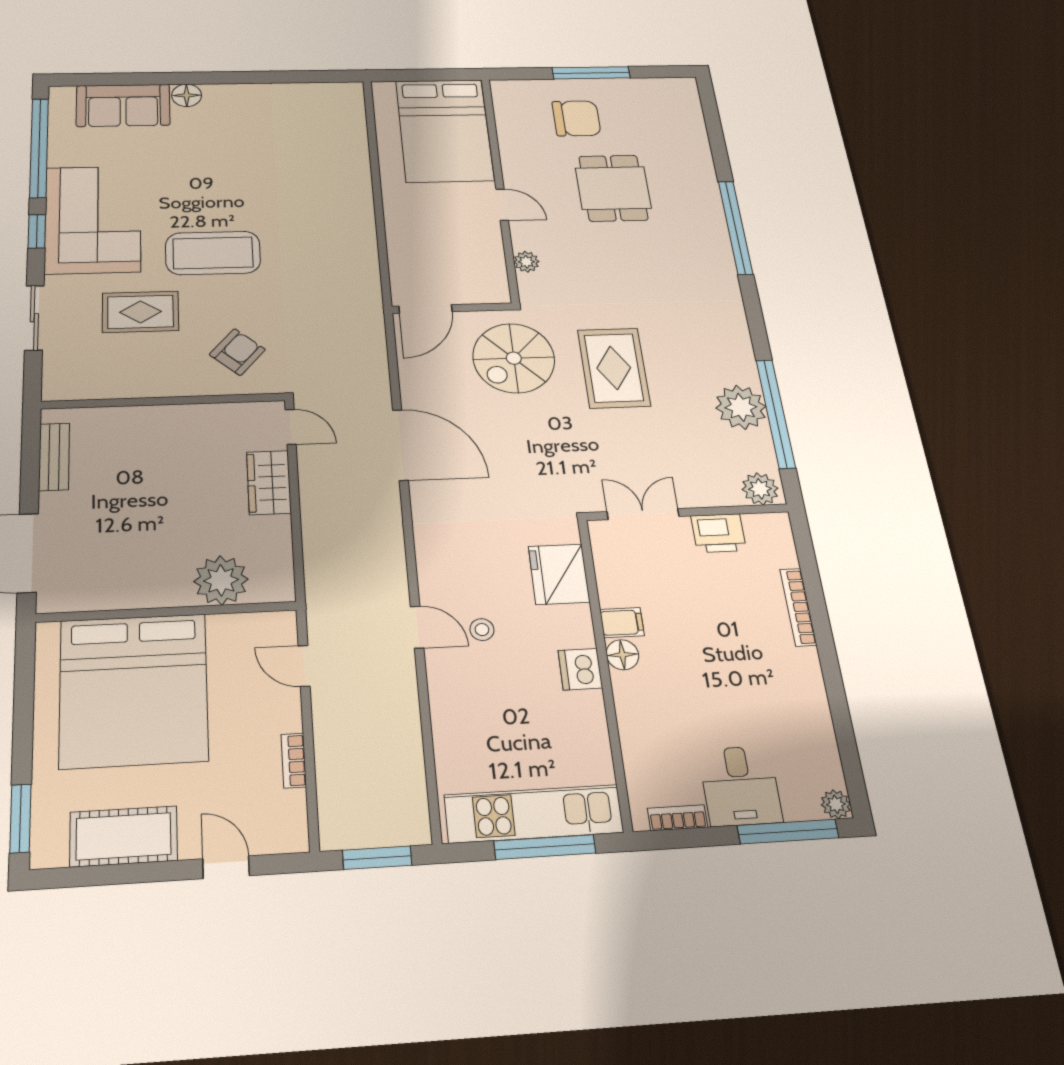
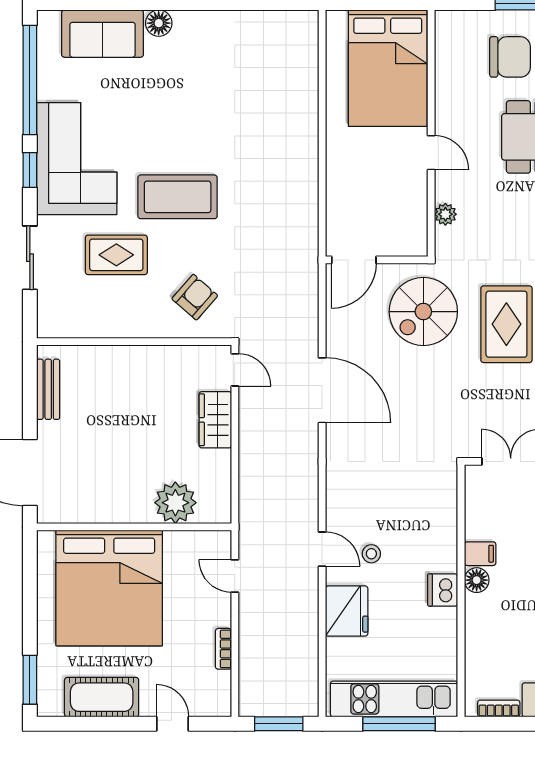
fridge: (559, 574) -> (347, 611), moved, turned 180

